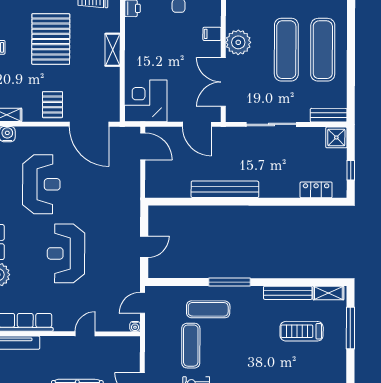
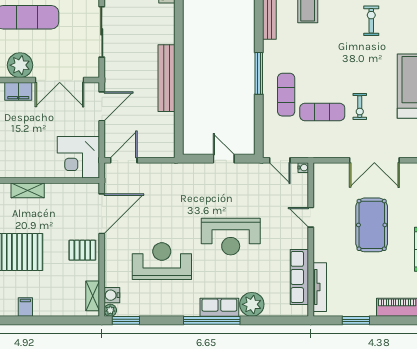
filing cabinet: (212, 34) -> (18, 91), width x2.00

